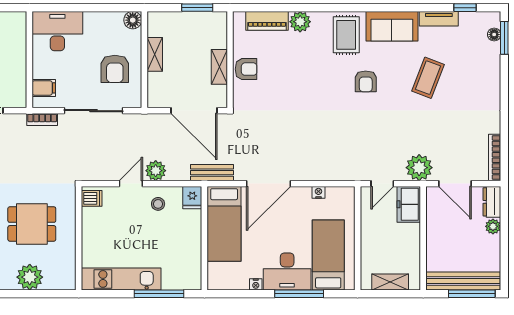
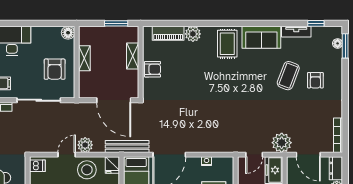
shelving: (219, 67) -> (133, 56), moved
armchair: (366, 81) -> (315, 80), moved
bench: (212, 173) -> (127, 146), width x1.36
stool: (158, 204) -> (87, 170), width x1.89, depth x1.89

